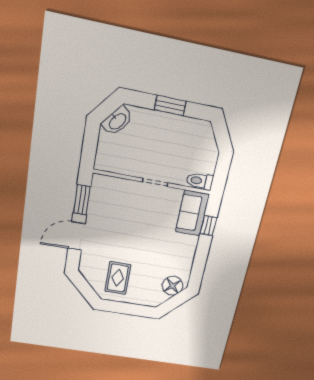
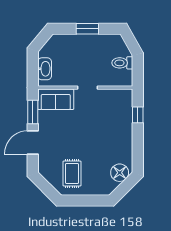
washbasin: (117, 121) -> (45, 69), moved, turned -40
toilet: (200, 181) -> (122, 63), moved
sofa: (192, 213) -> (56, 99), moved, turned -90

